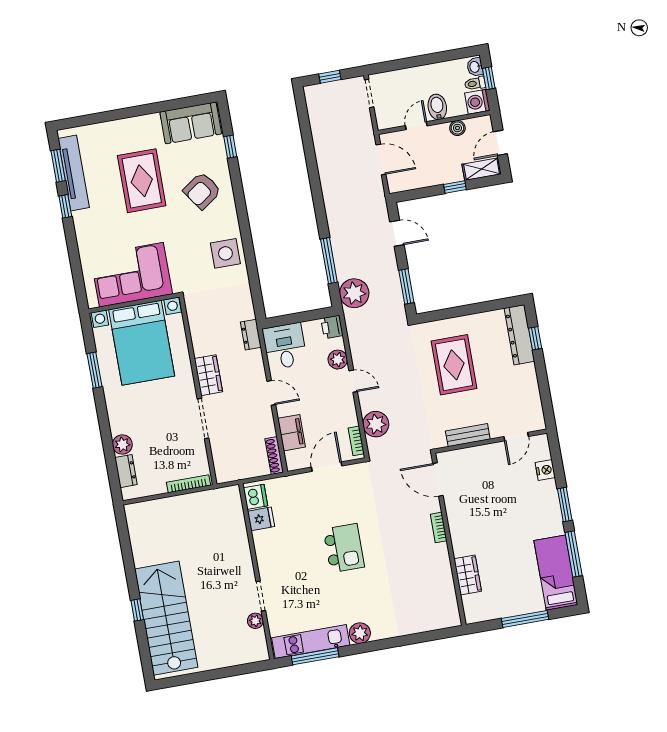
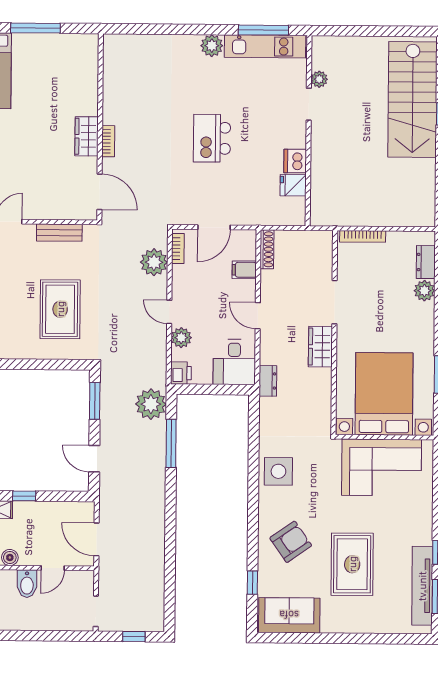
filing cabinet: (292, 433) -> (244, 270), width x0.50
dishwasher: (256, 497) -> (295, 161), moved
wardrobe: (468, 575) -> (87, 136), moved

